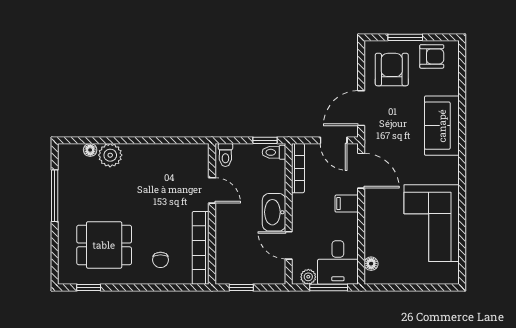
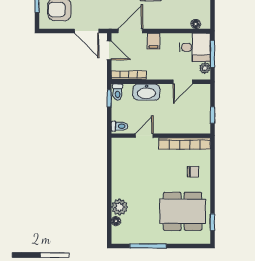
door: (334, 140) -> (109, 50), hinge flipped
washbasin: (274, 212) -> (146, 92), moved
dining table: (104, 245) -> (183, 211), width x1.37

